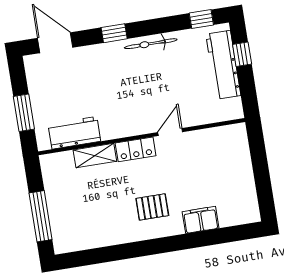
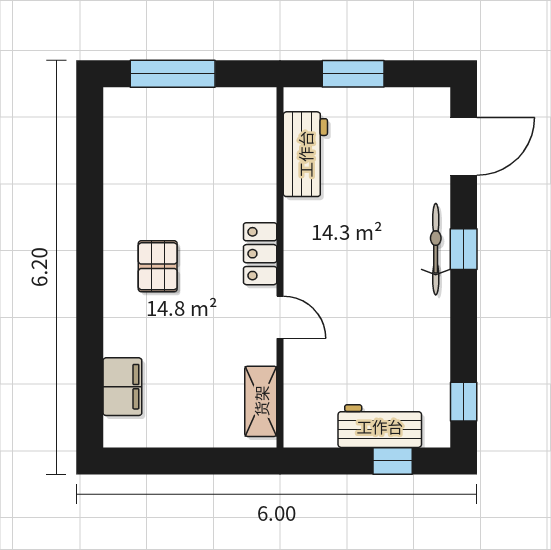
bicycle: (151, 44) -> (436, 249), moved
workbench: (223, 65) -> (380, 426), width x0.73
shelving: (95, 156) -> (261, 401), moved
filing cabinet: (201, 220) -> (122, 387), moved

